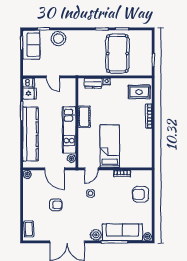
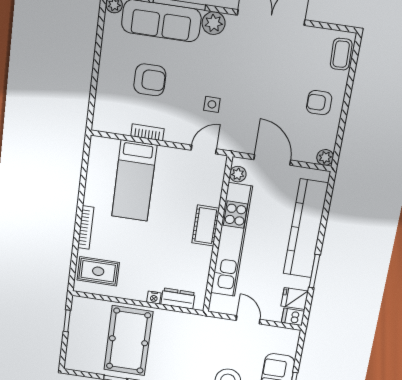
cot: (84, 117) -> (206, 226), moved
kitchen unit: (69, 130) -> (231, 240), width x1.36
bed: (110, 146) -> (134, 181), moved
armchair: (141, 194) -> (150, 80), moved
armchair: (56, 205) -> (319, 103), moved

